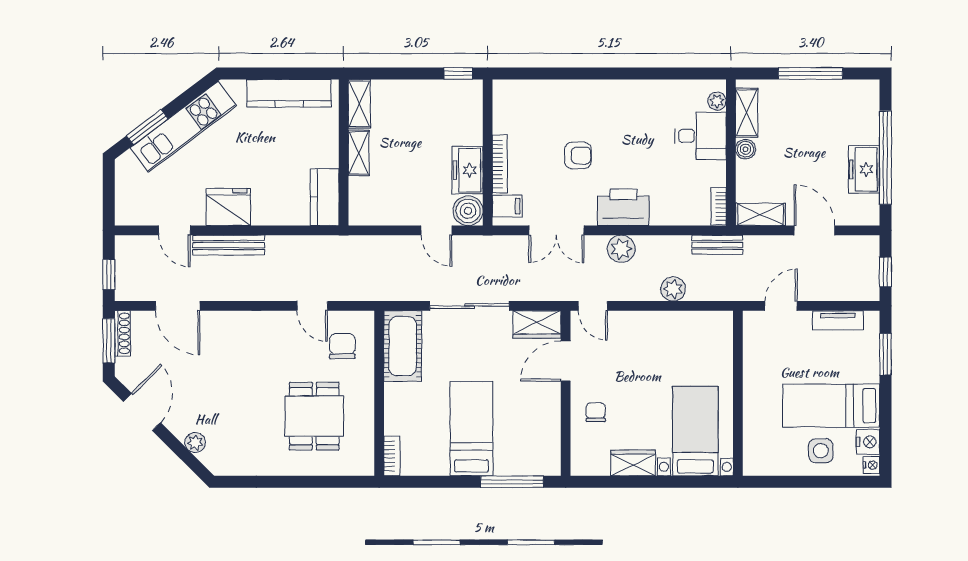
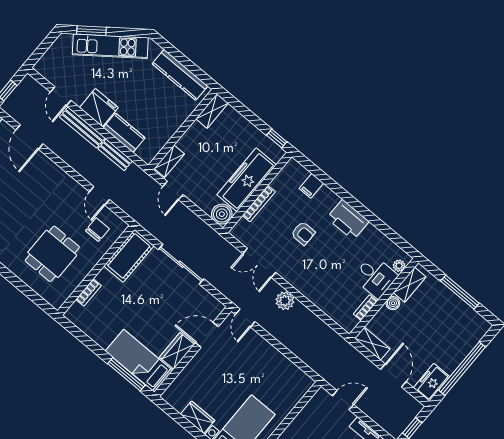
shelving: (359, 153) -> (169, 161), moved
freezer: (864, 169) -> (432, 382), moved
freezer: (467, 170) -> (247, 180), width x1.91, depth x1.26
kitchen counter: (325, 197) -> (124, 133), moved, turned 90
filing cabinet: (507, 206) -> (311, 186), moved, turned 90
bookcase: (719, 206) -> (365, 308), moved
printer: (623, 207) -> (348, 220), moved, turned 180
door: (436, 230) -> (173, 190), moved
bench: (717, 245) -> (115, 155), moved
plant: (673, 289) -> (294, 344), removed
wardrobe: (537, 325) -> (177, 351), moved, turned 90
chair: (596, 412) -> (200, 375), removed
bed: (471, 429) -> (139, 361), moved, turned -90
bookcase: (392, 456) -> (89, 292), moved

